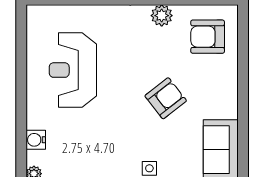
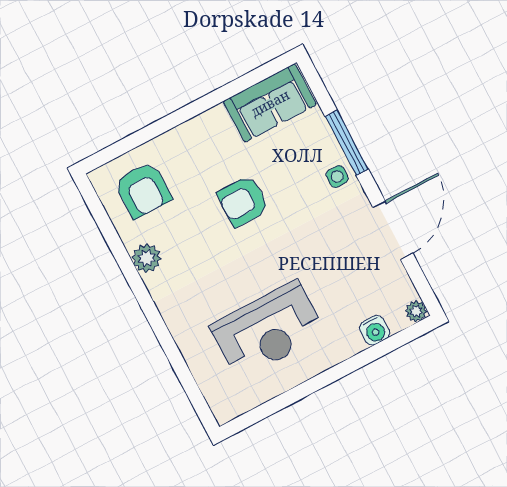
armchair: (166, 98) -> (243, 201), turned -52

